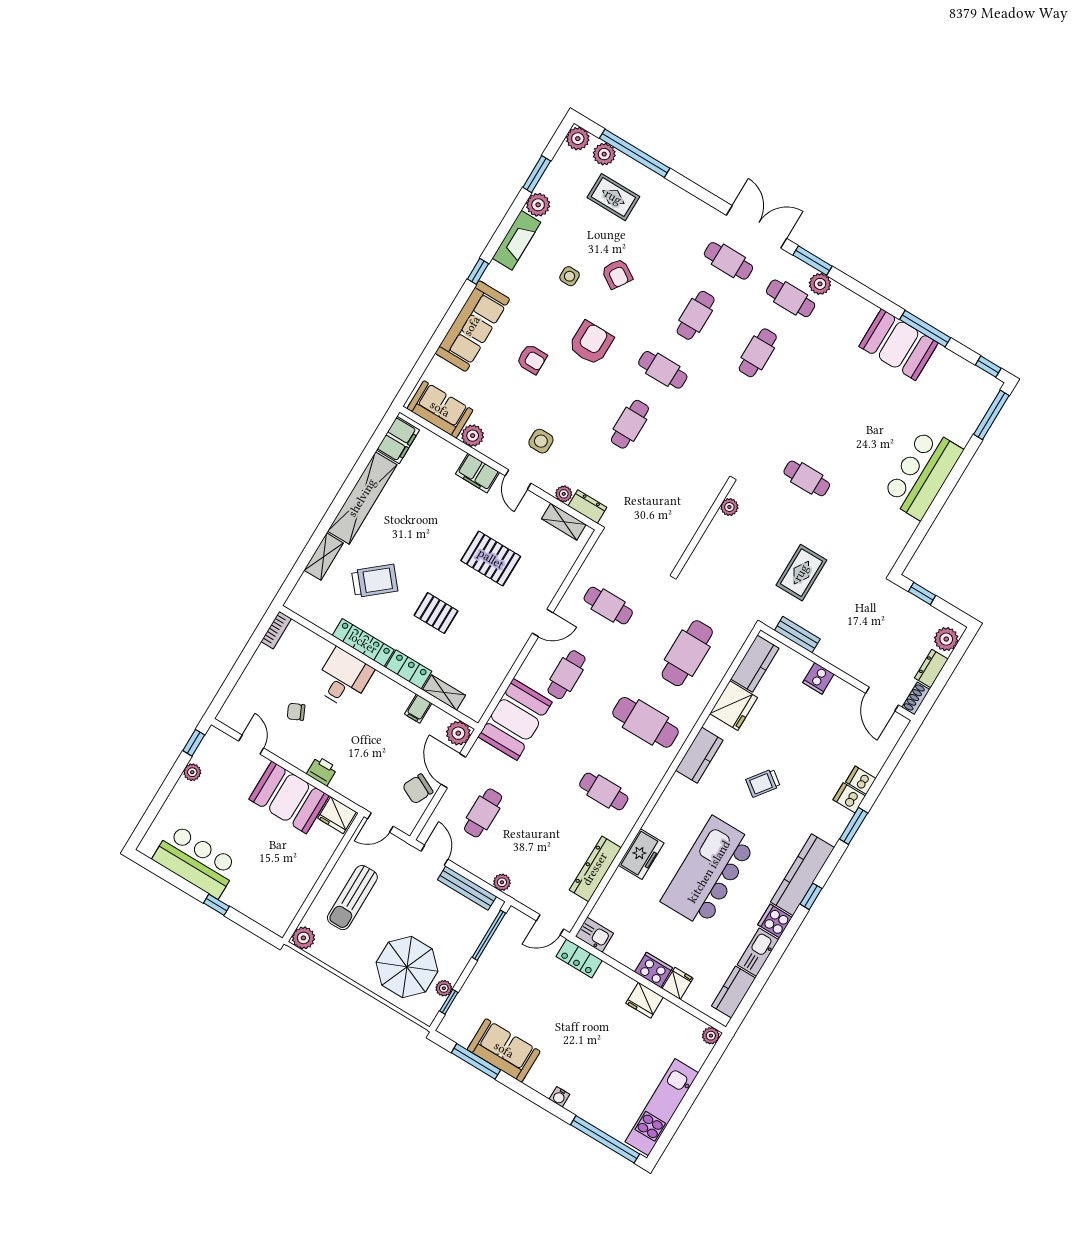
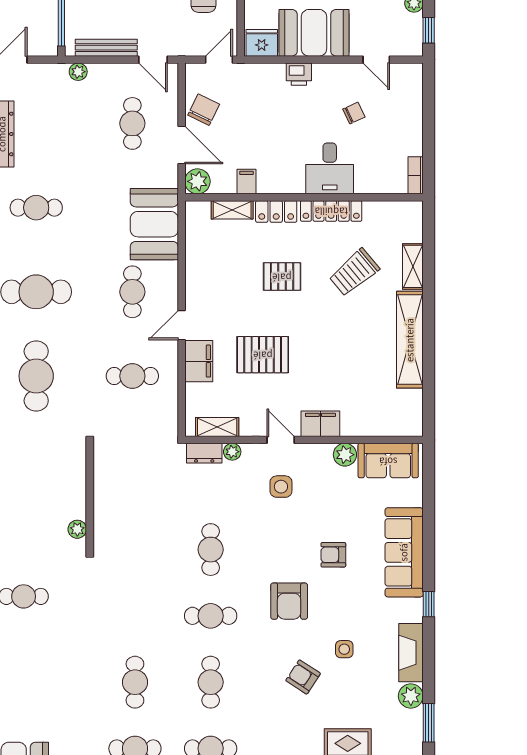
filing cabinet: (398, 440) -> (199, 361), moved, turned 180

